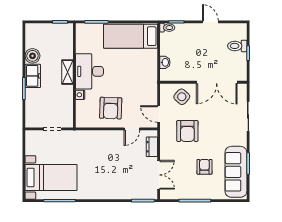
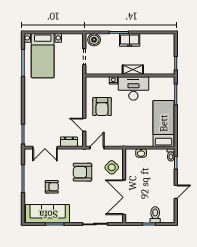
boiler: (32, 56) -> (94, 40), moved
armchair: (111, 108) -> (102, 107), turned -92

